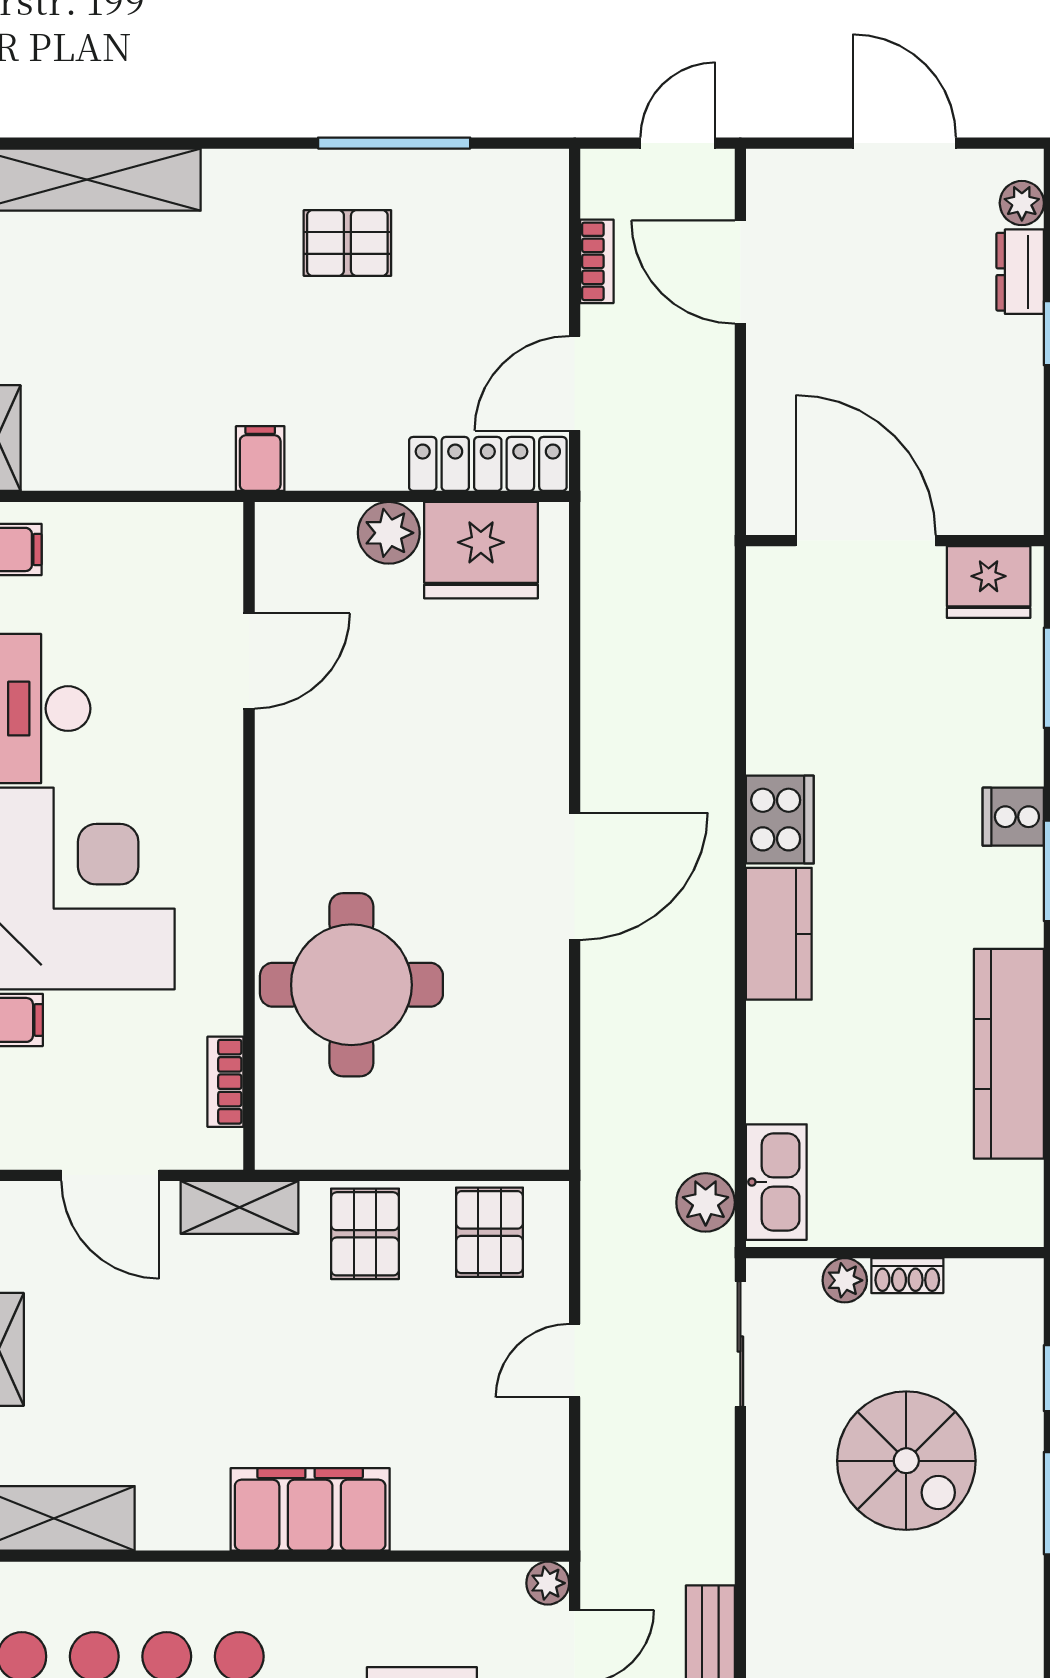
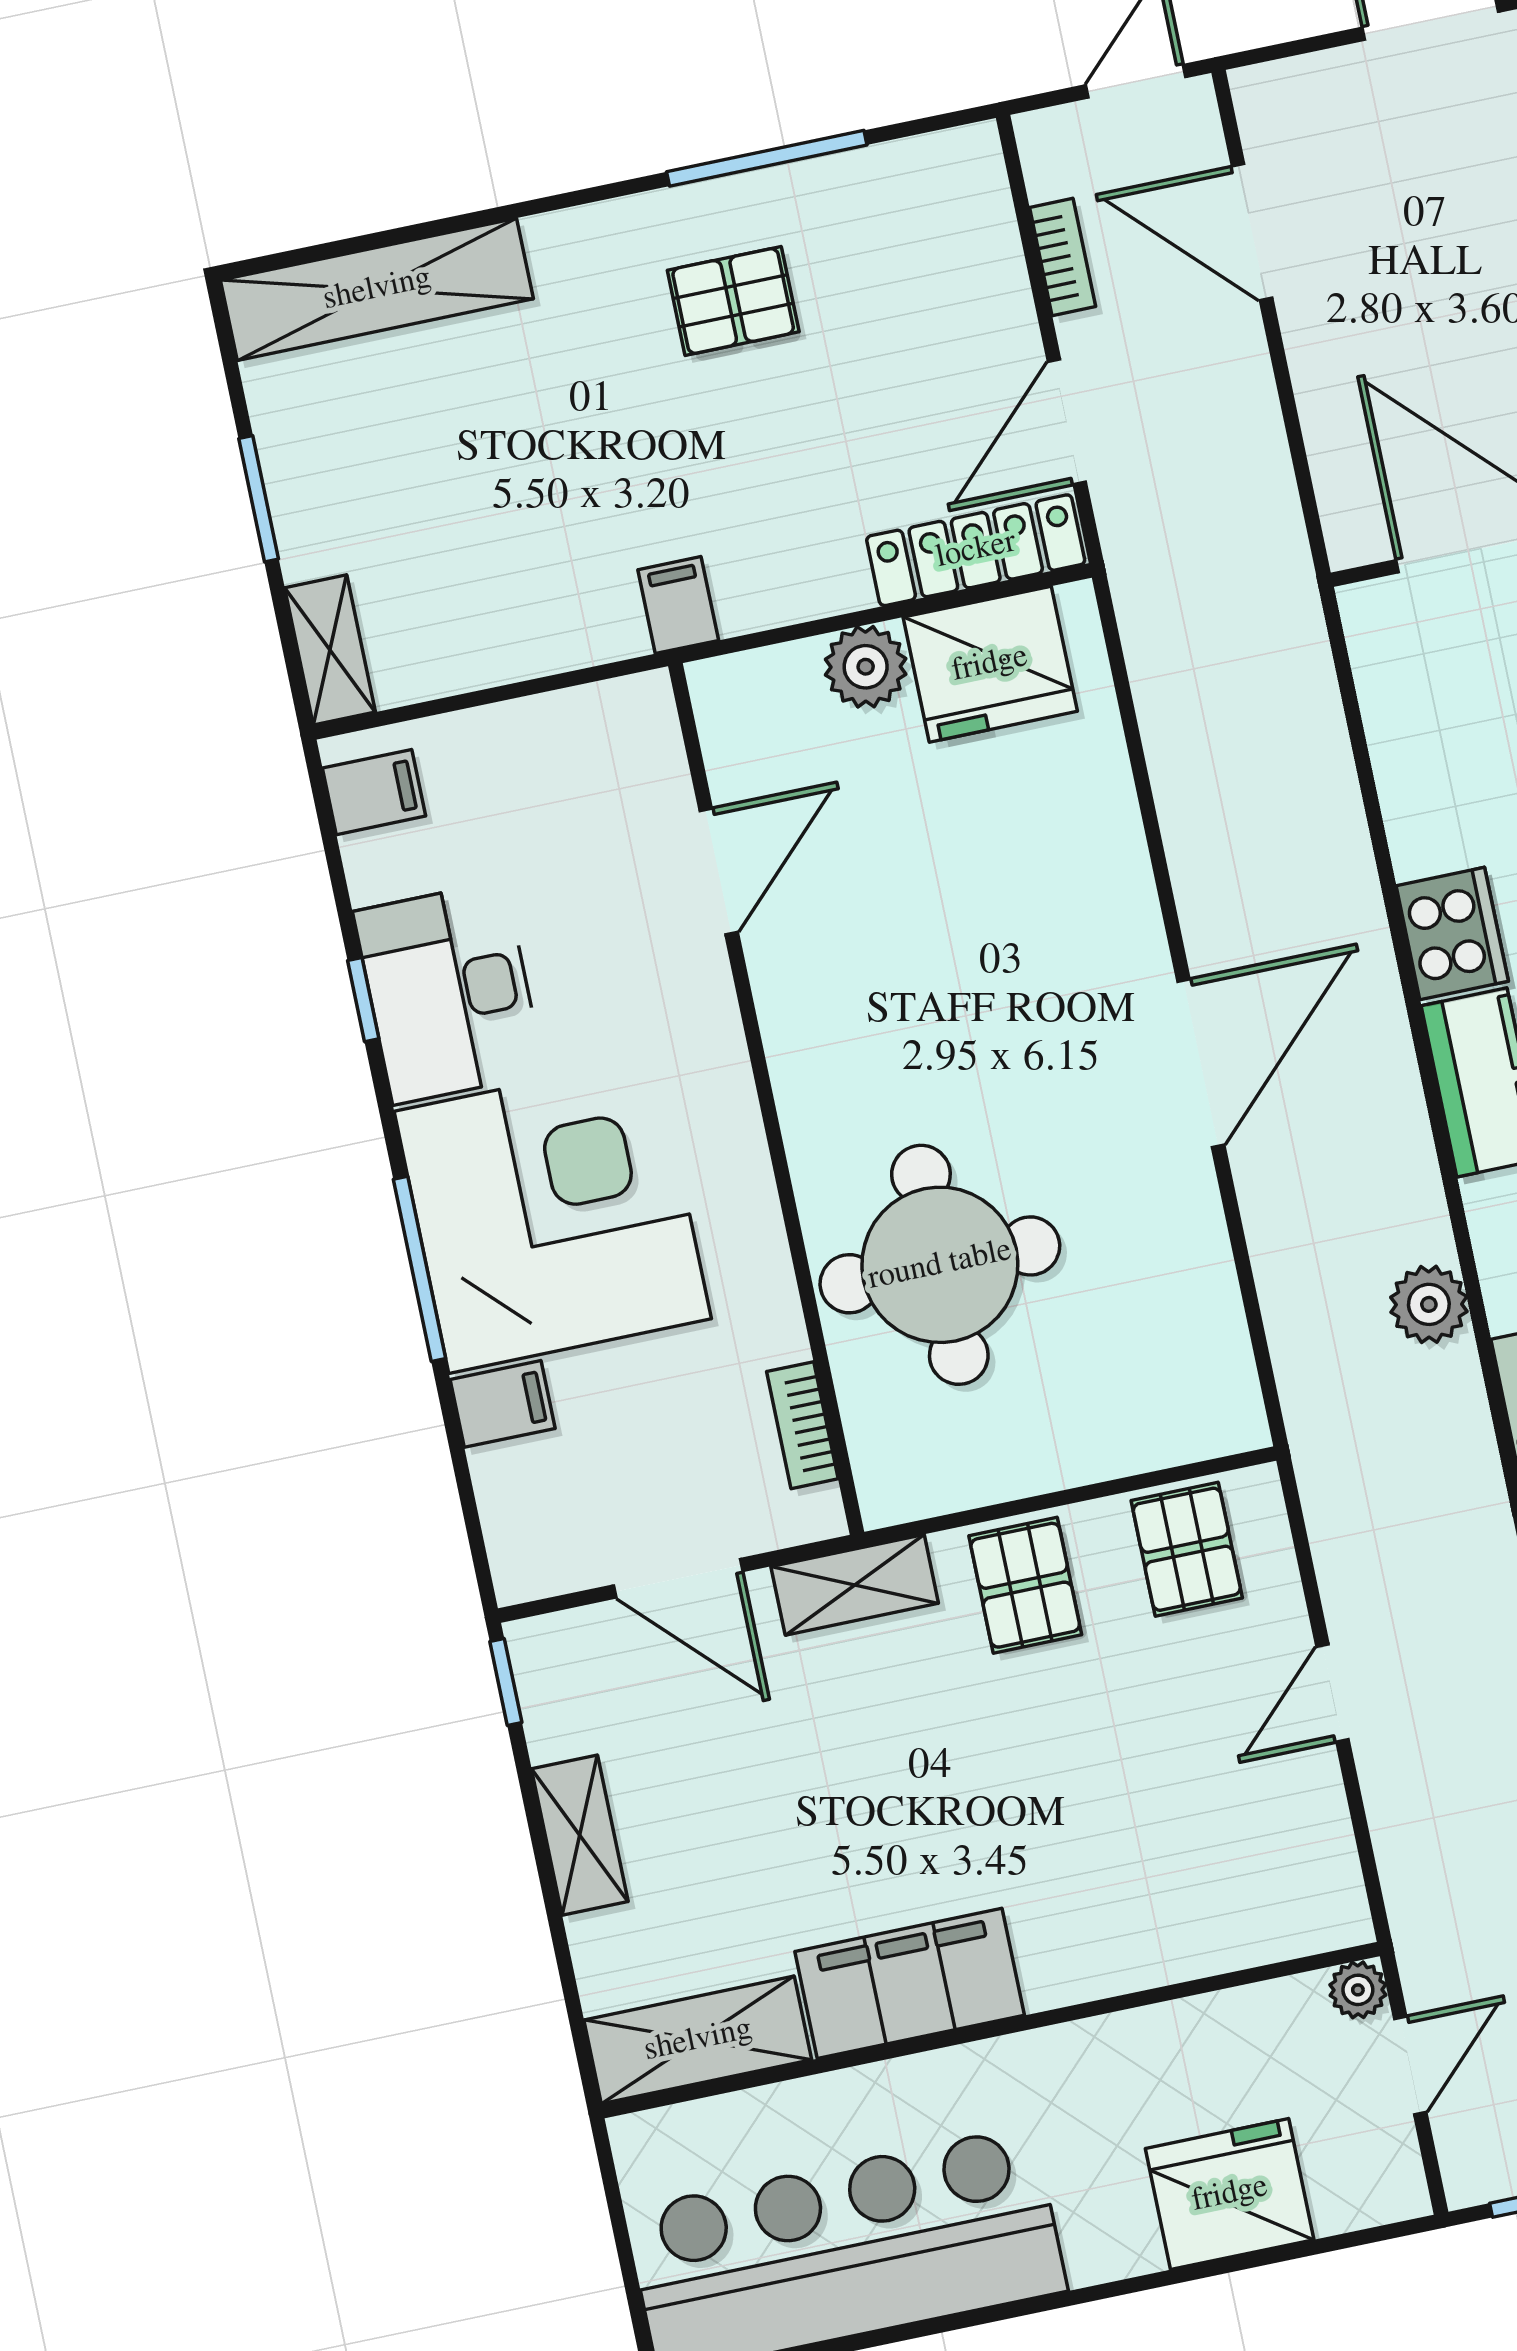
plant: (706, 1202) -> (1429, 1304), moved
filing cabinet: (310, 1509) -> (910, 1983), moved

